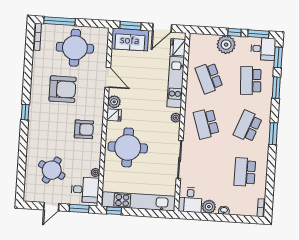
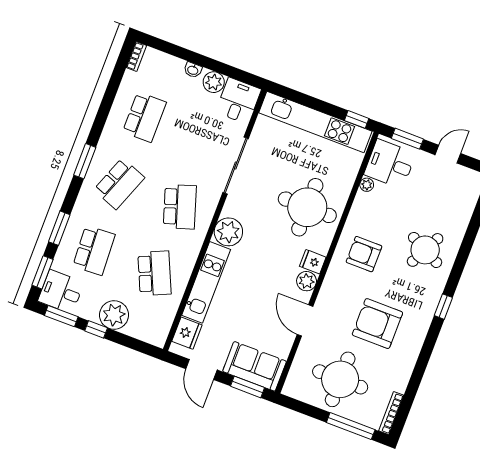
door: (162, 28) -> (201, 369), swing flipped
plant: (176, 118) -> (228, 232), width x1.88, depth x1.88
round table: (52, 170) -> (425, 250), moved

